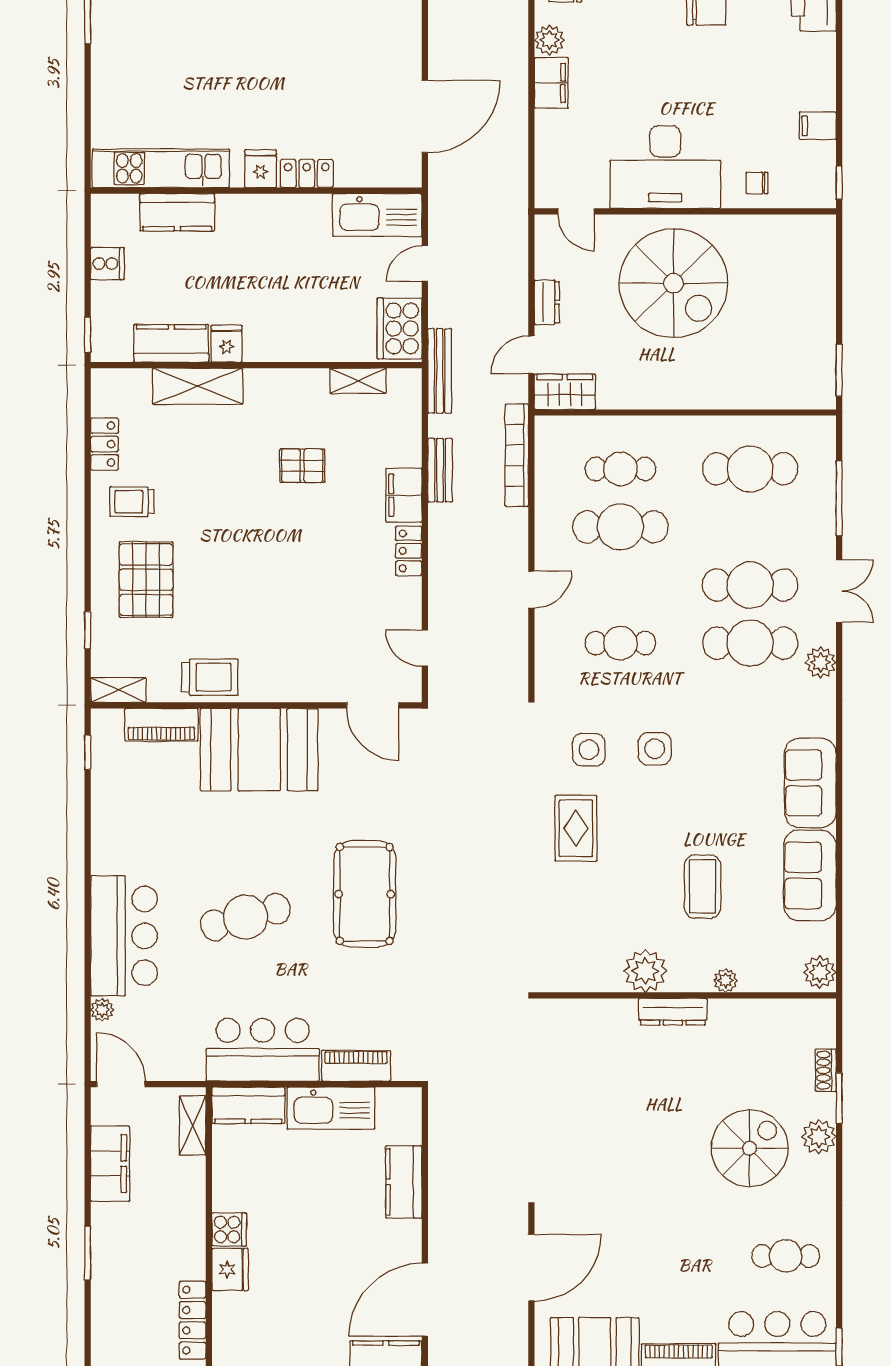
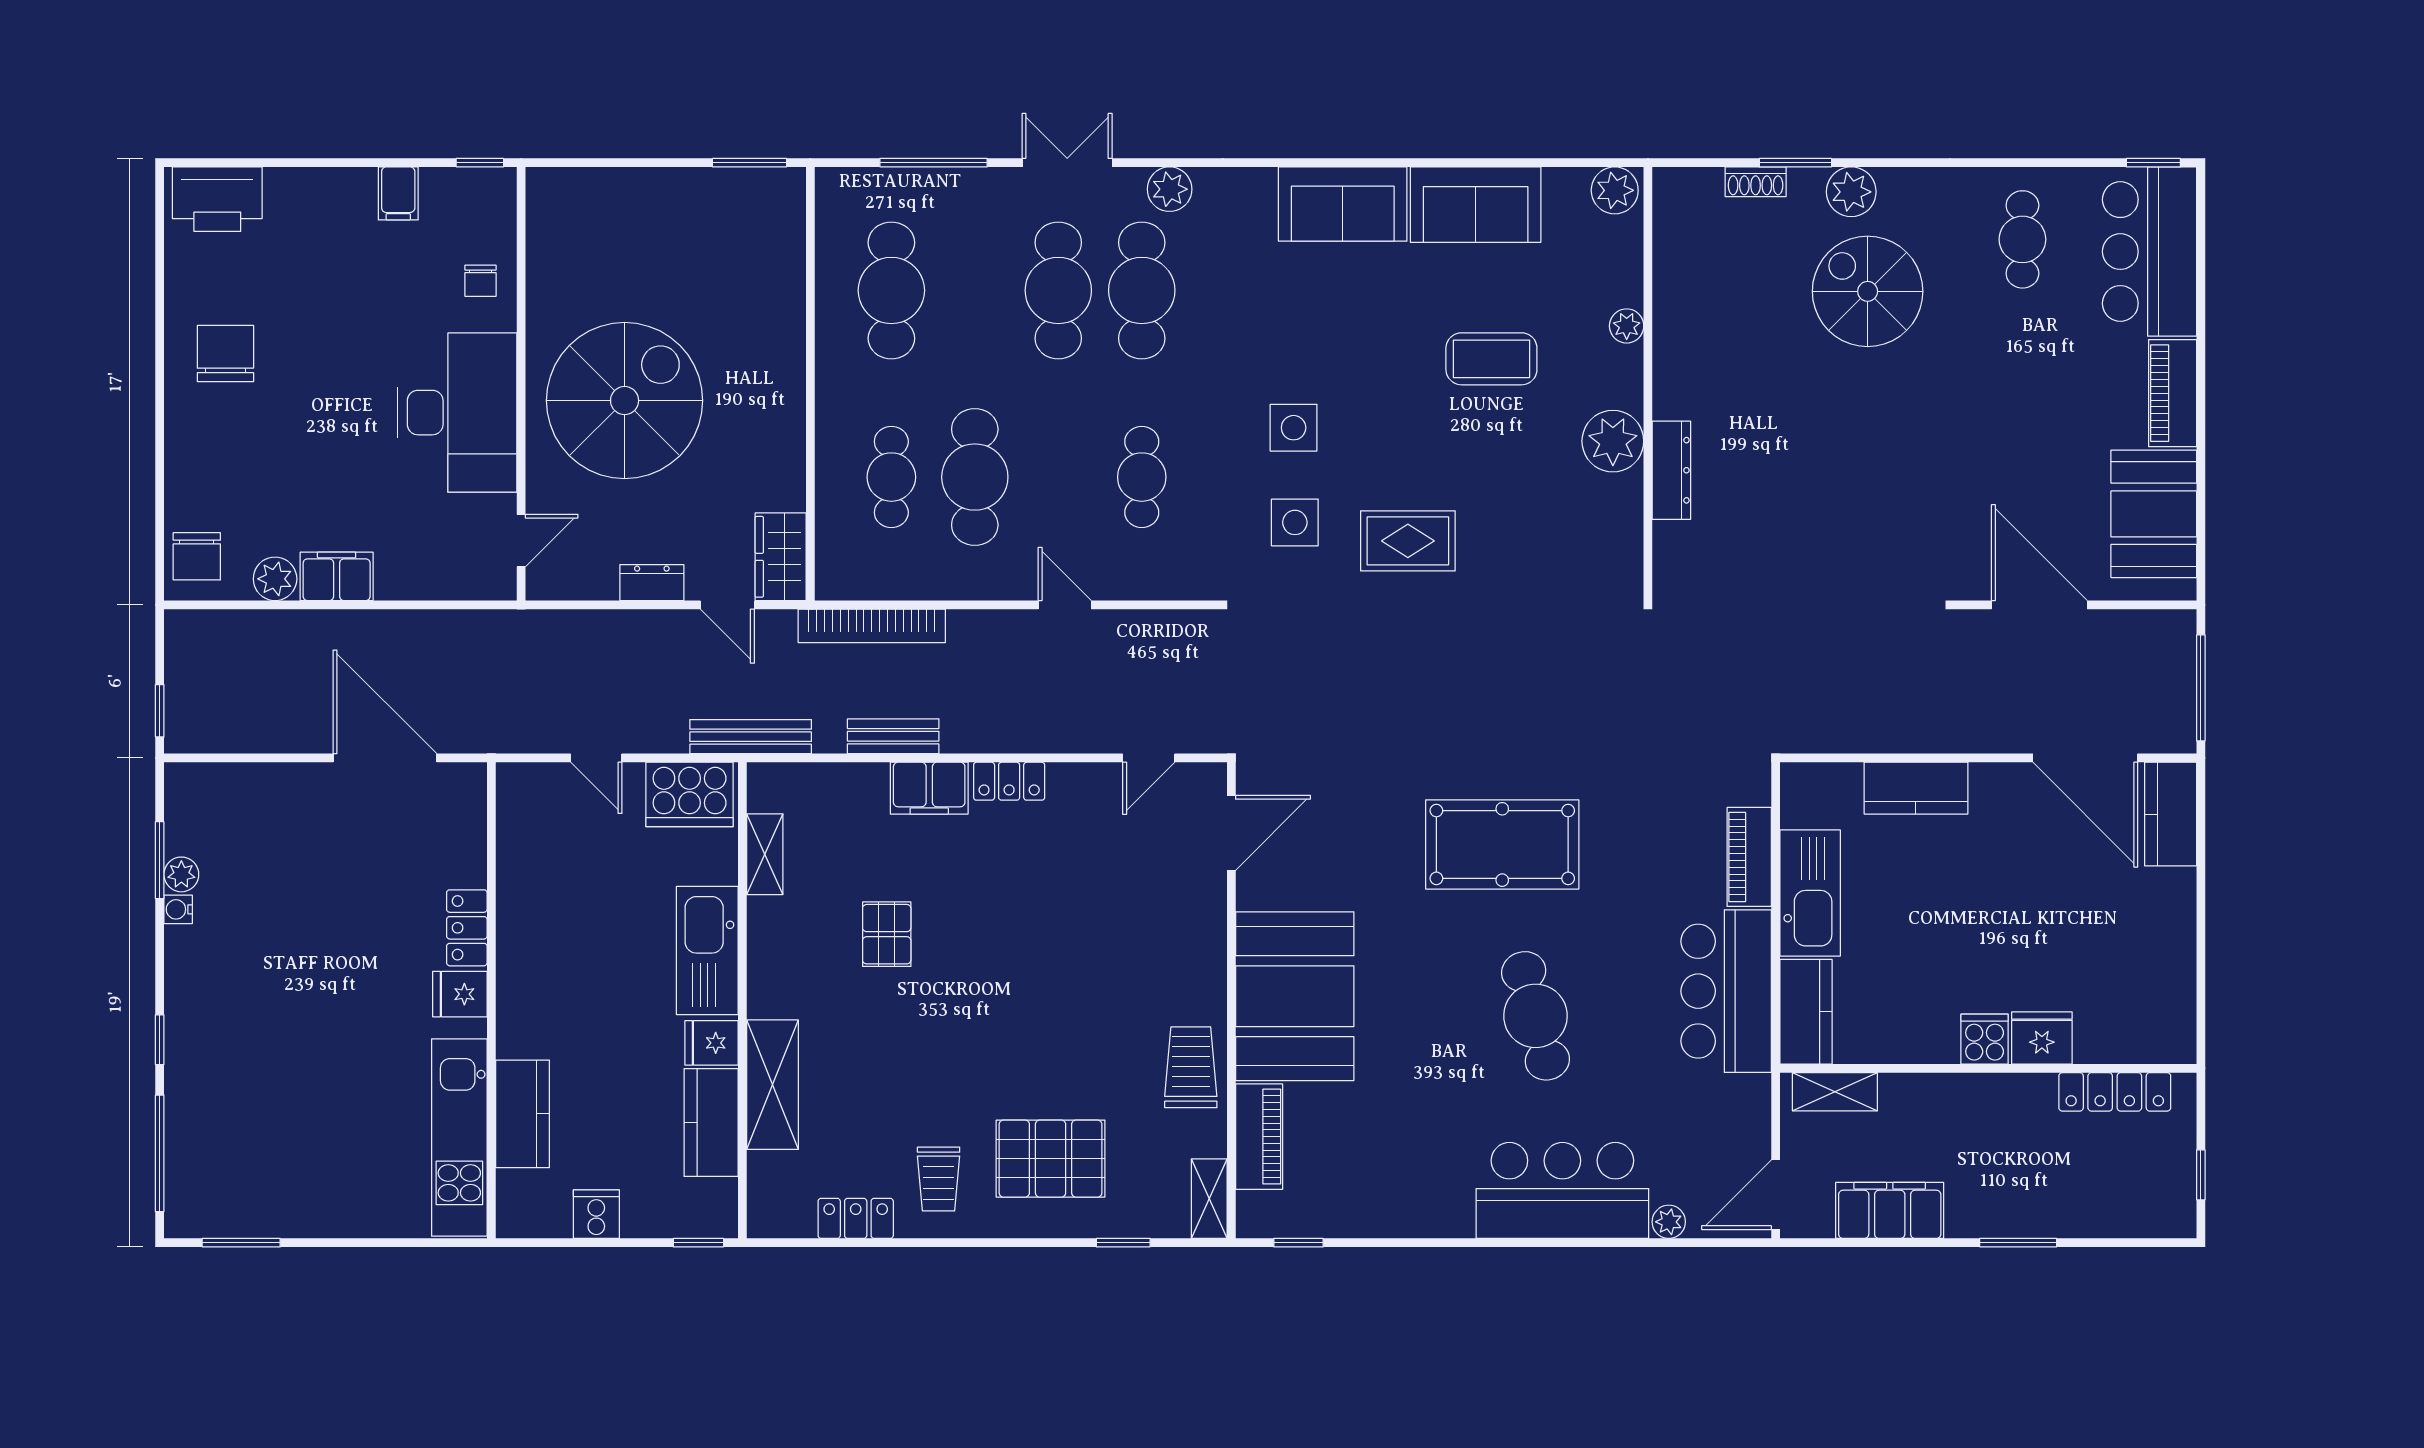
kitchen sink: (377, 215) -> (707, 950), moved, turned 180
dresser: (673, 1012) -> (1671, 470), moved

